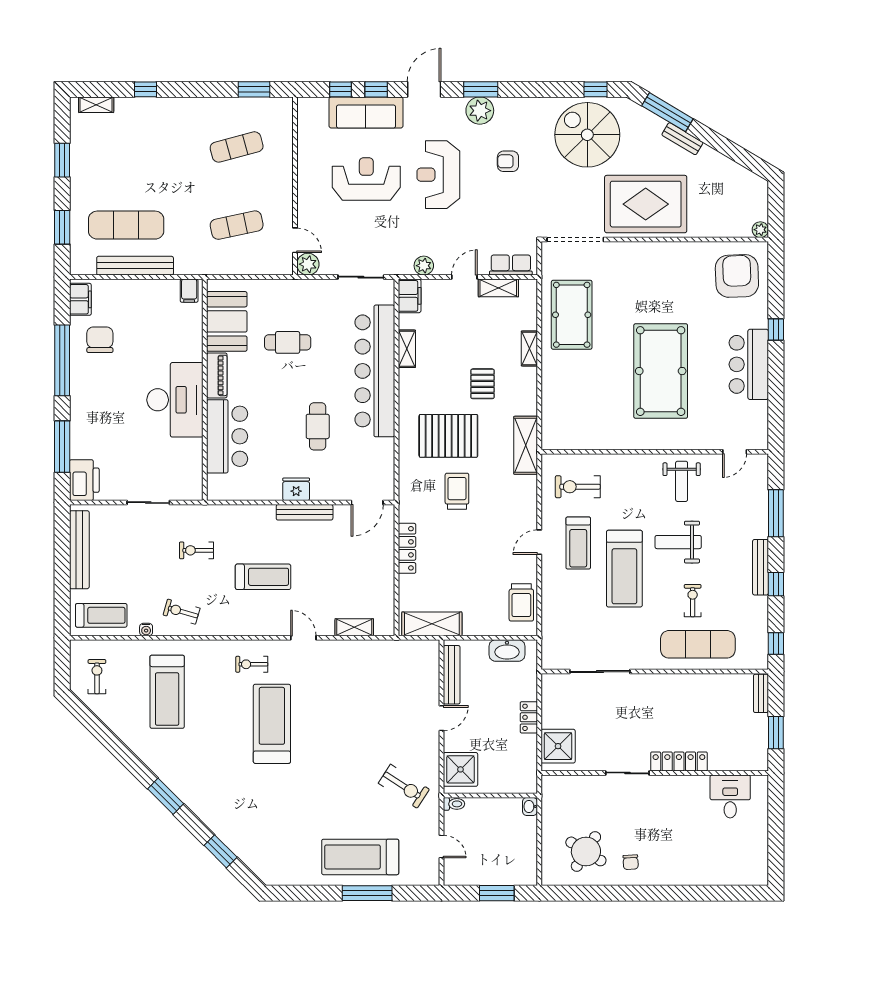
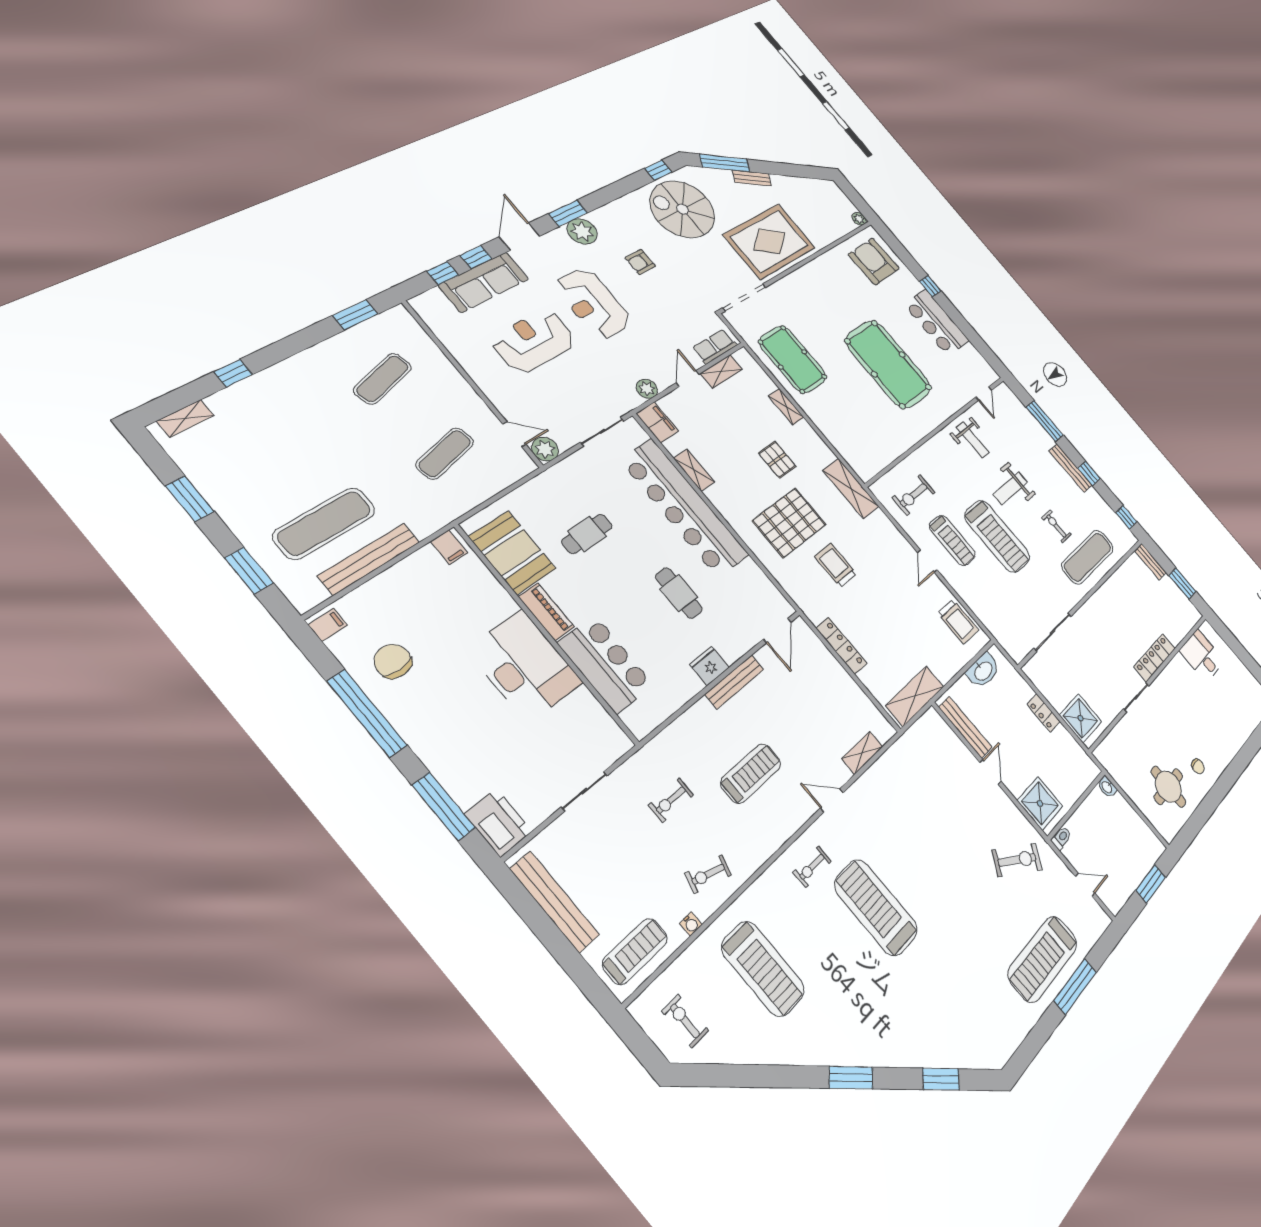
filing cabinet: (80, 299) -> (328, 625), width x0.50
round table: (586, 851) -> (1168, 787), turned -32

